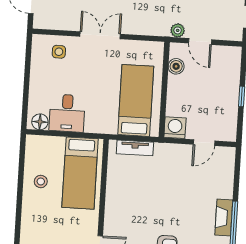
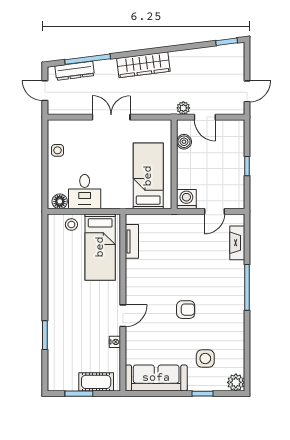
side table: (59, 52) -> (58, 150), moved
tv unit: (135, 148) -> (132, 241), moved, turned -90
stool: (41, 181) -> (71, 224), moved
fireplace: (224, 218) -> (237, 243), moved

